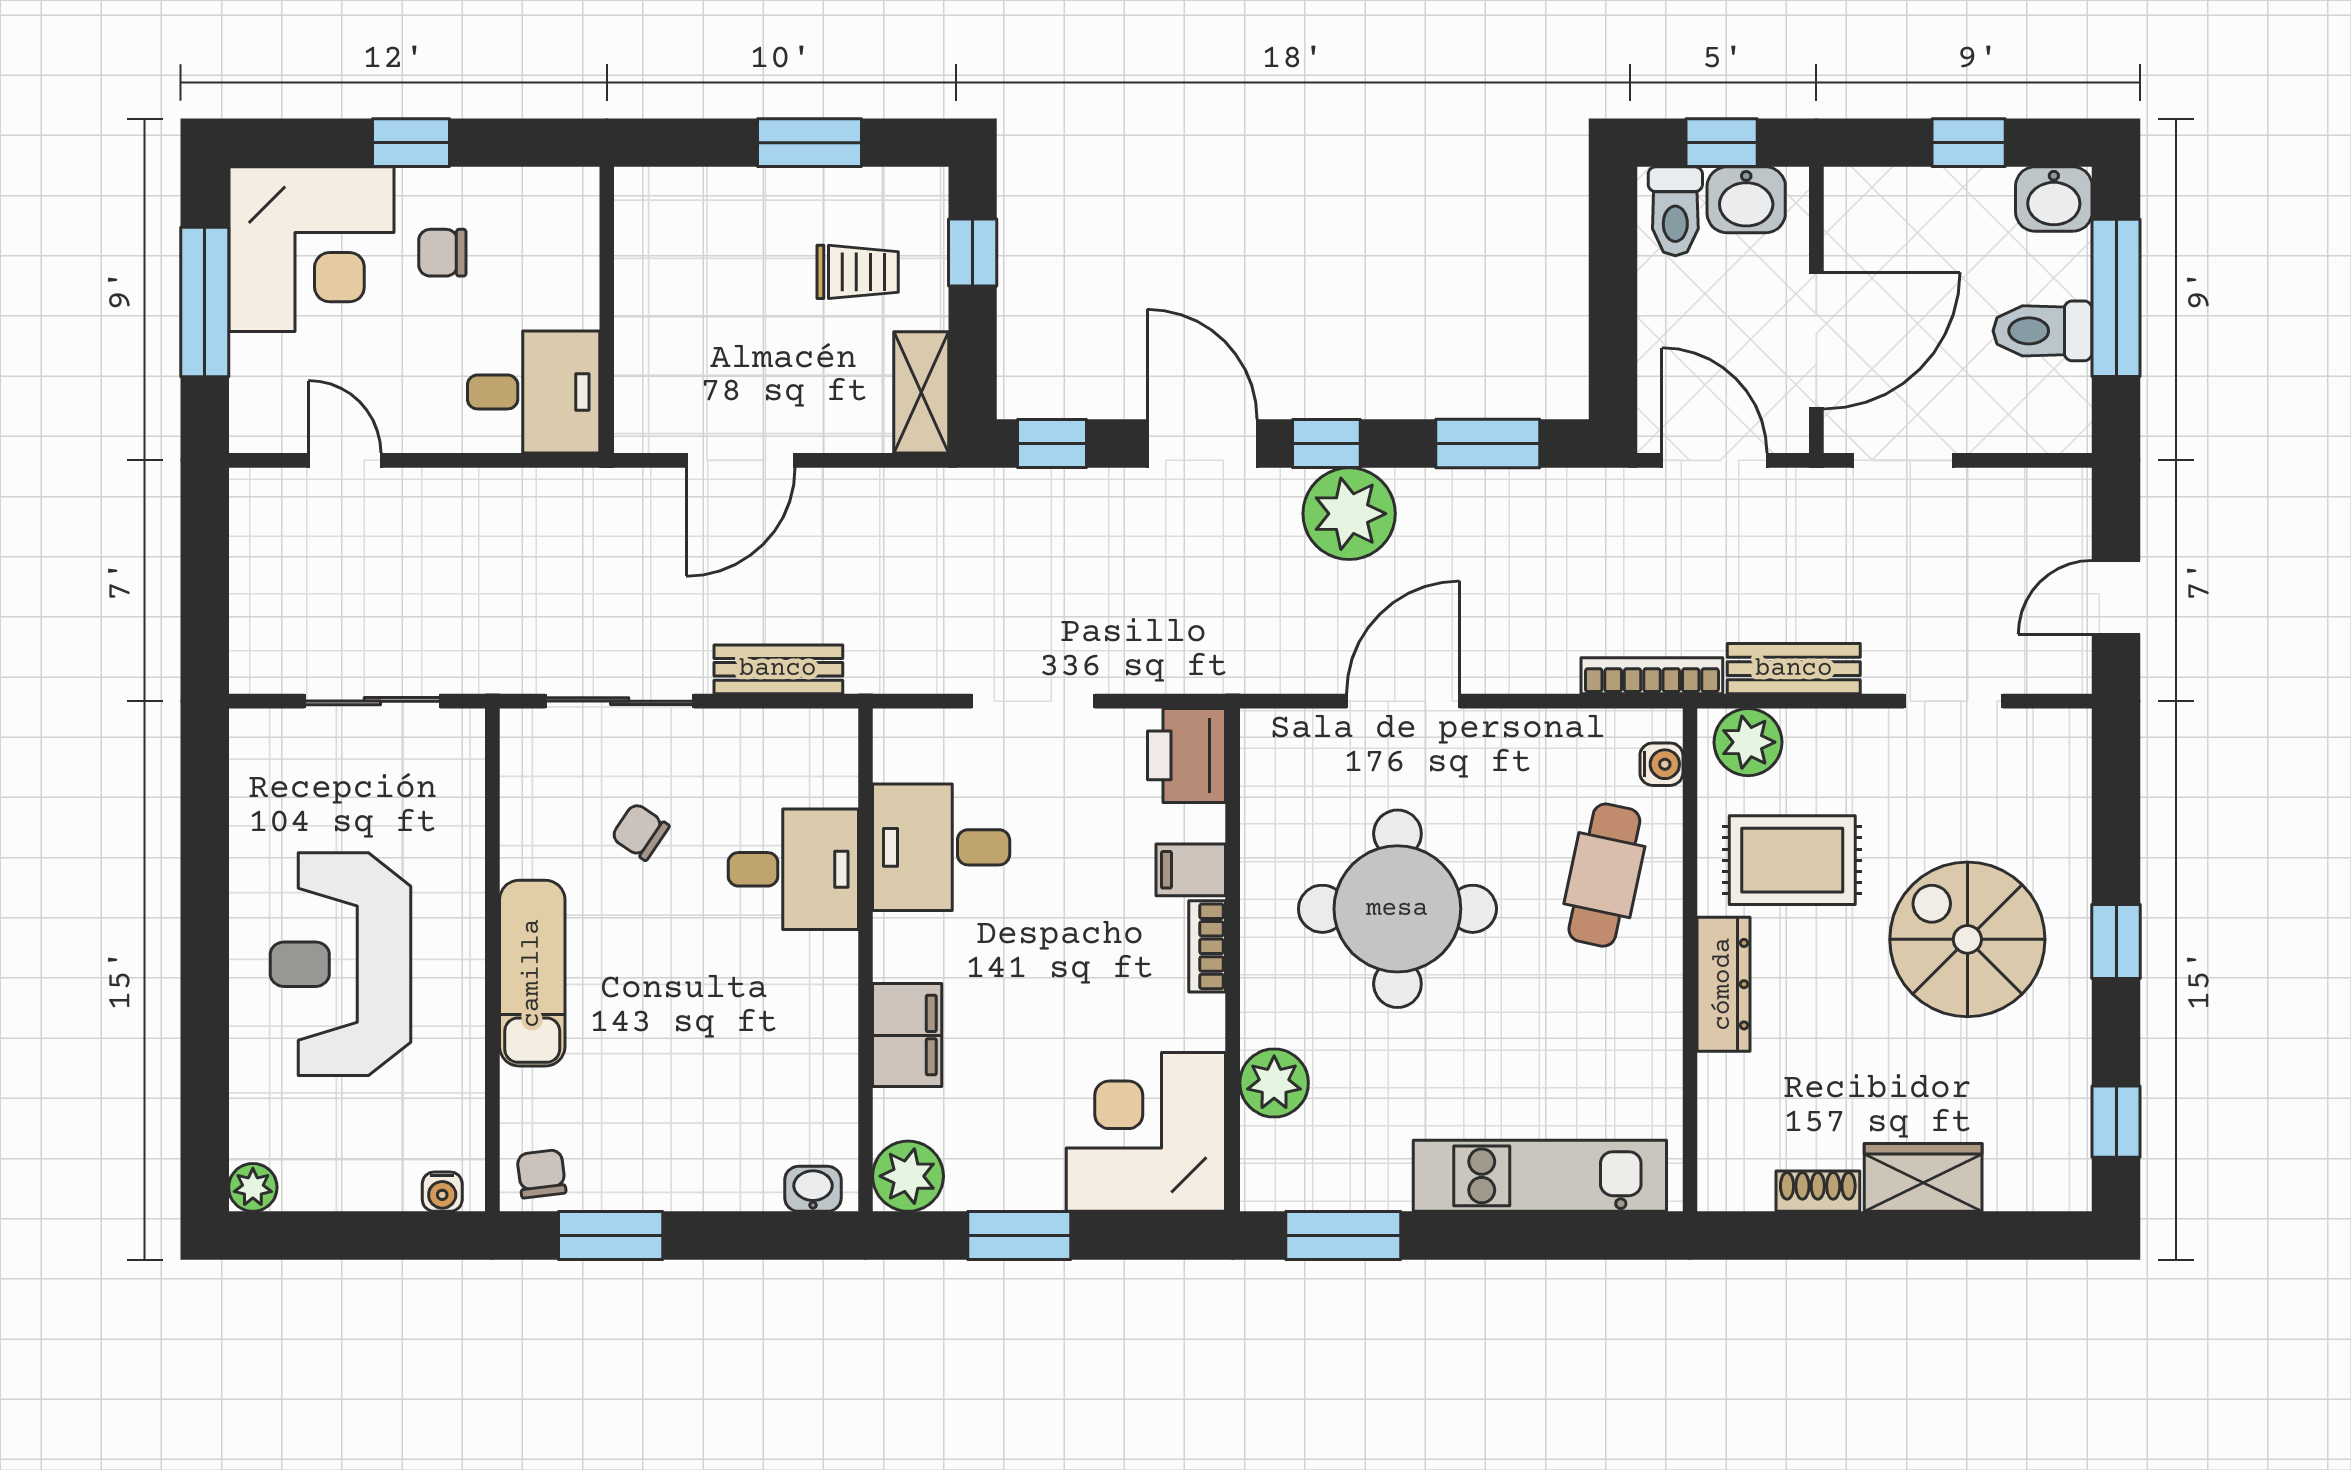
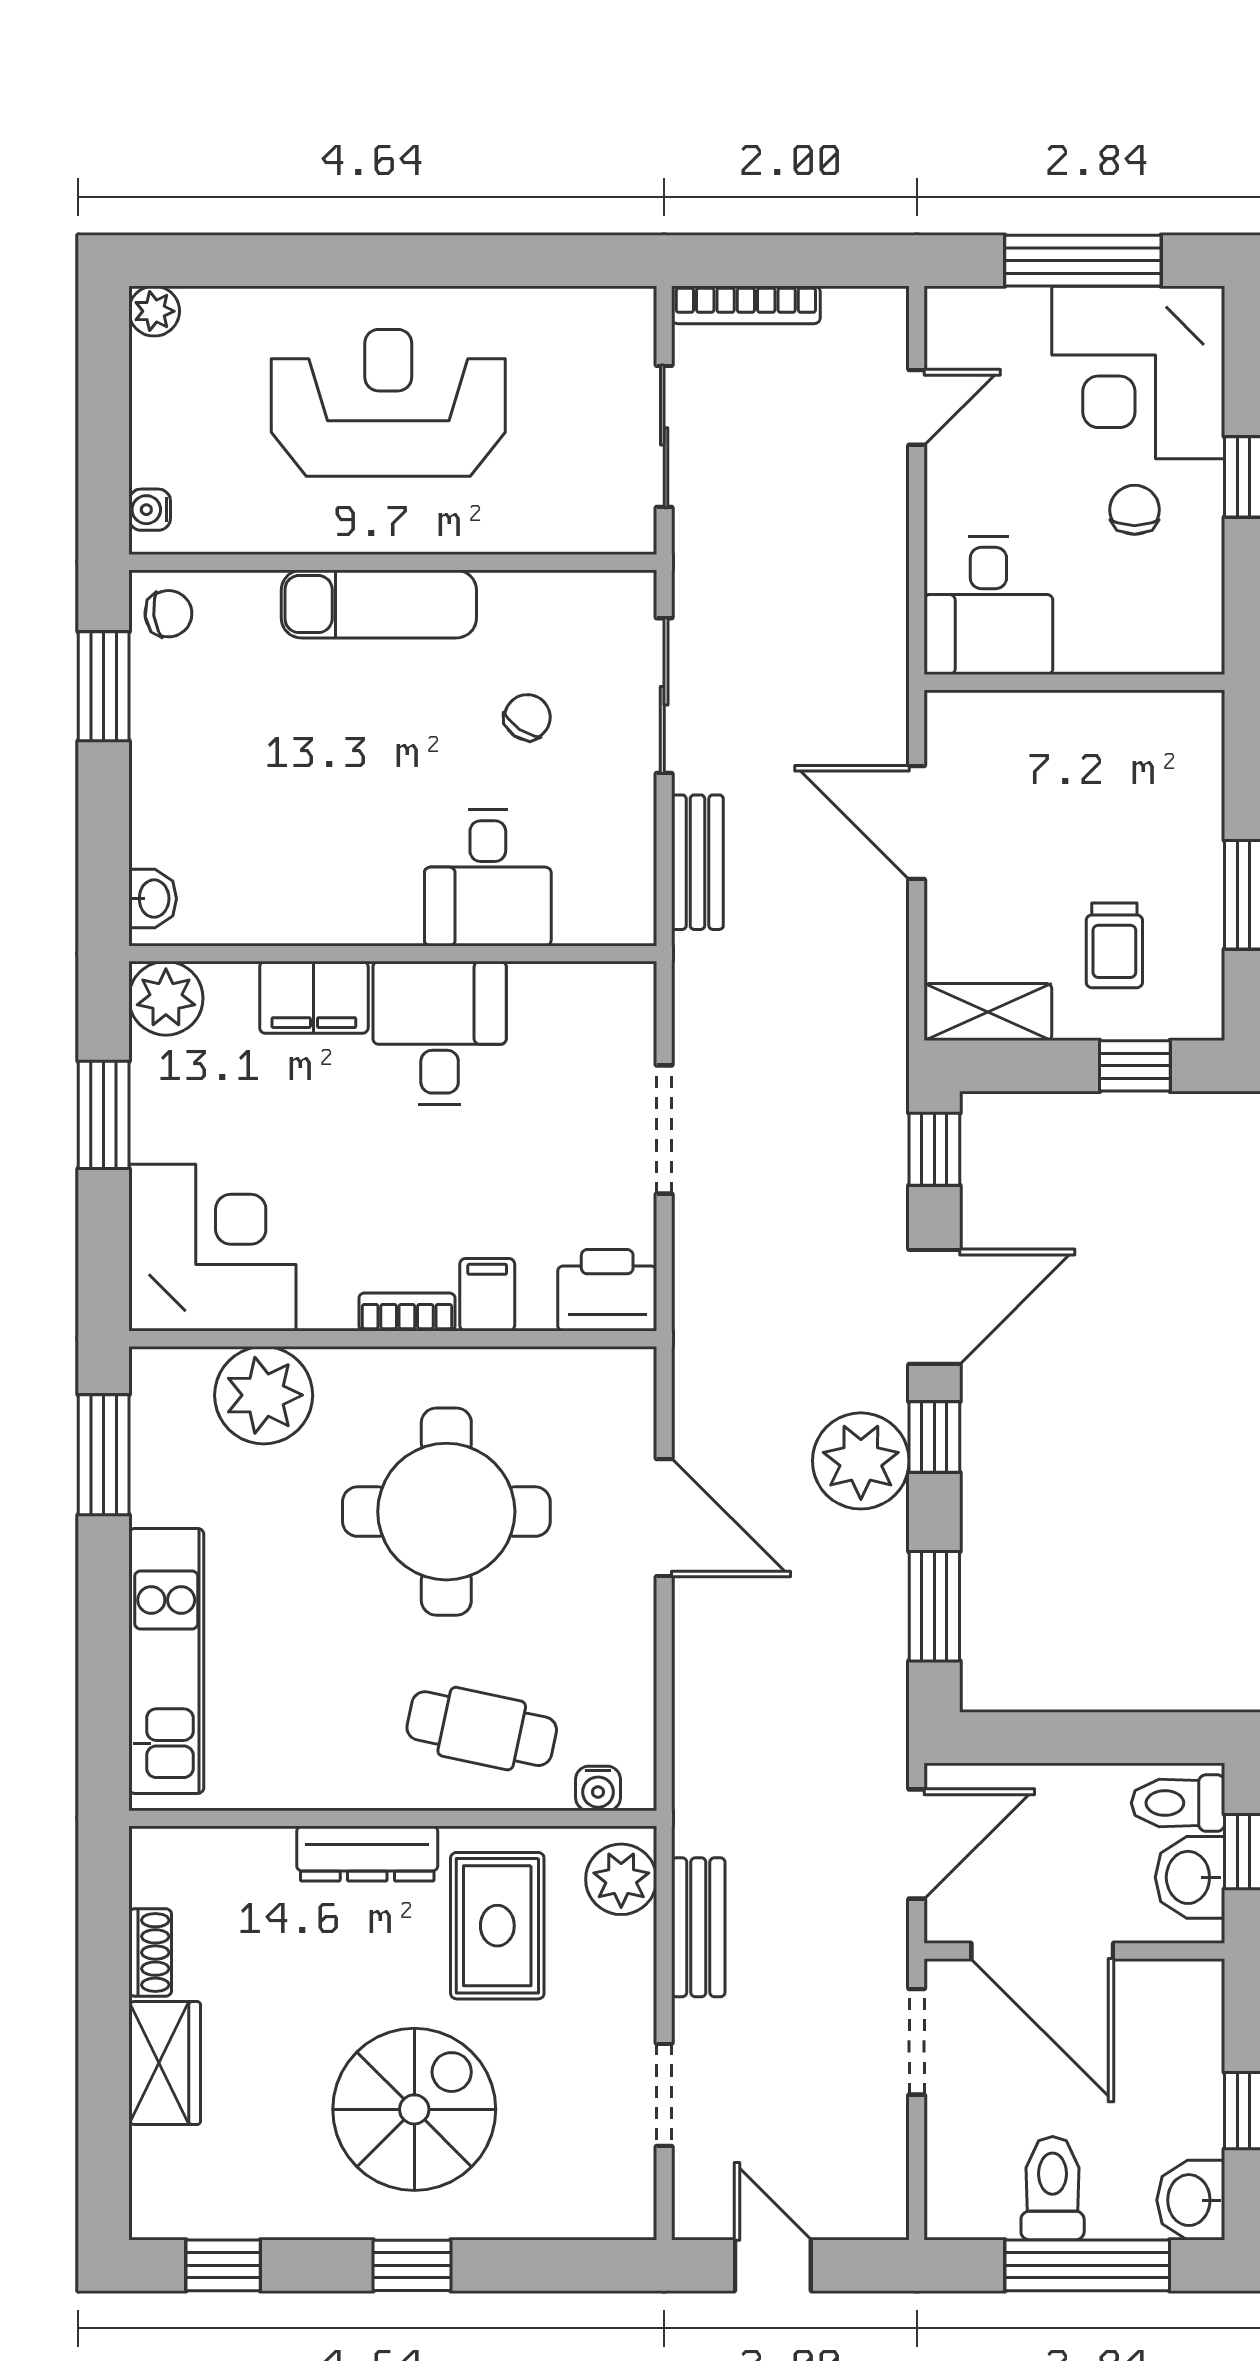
bookcase: (1652, 676) -> (746, 305), moved, turned 90
desk: (941, 847) -> (440, 1033), moved
plant: (1274, 1083) -> (264, 1395), width x1.36, depth x1.36

